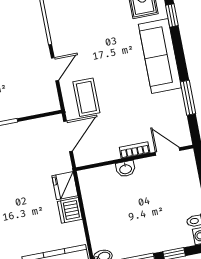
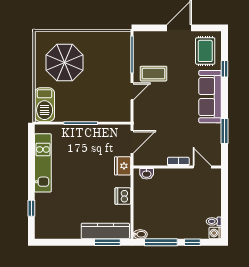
coffee table: (86, 97) -> (154, 74), moved, turned 90
washbasin: (126, 169) -> (147, 174), moved
fridge: (65, 186) -> (123, 166), moved

